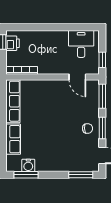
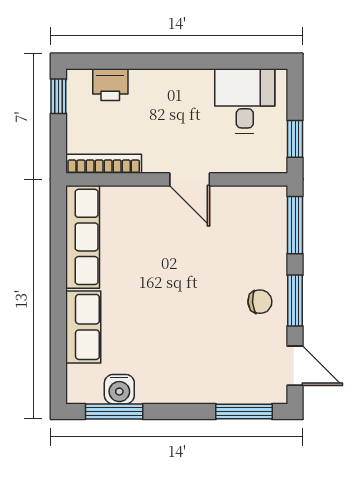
printer: (12, 43) -> (110, 85), moved, turned 90
door: (77, 77) -> (190, 179), moved

